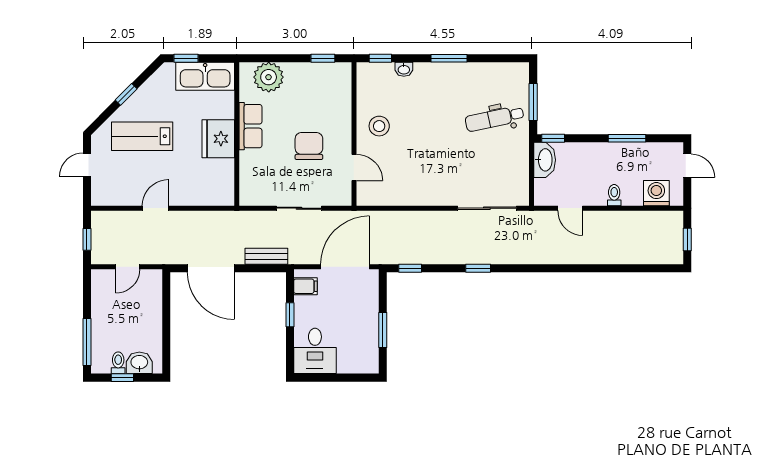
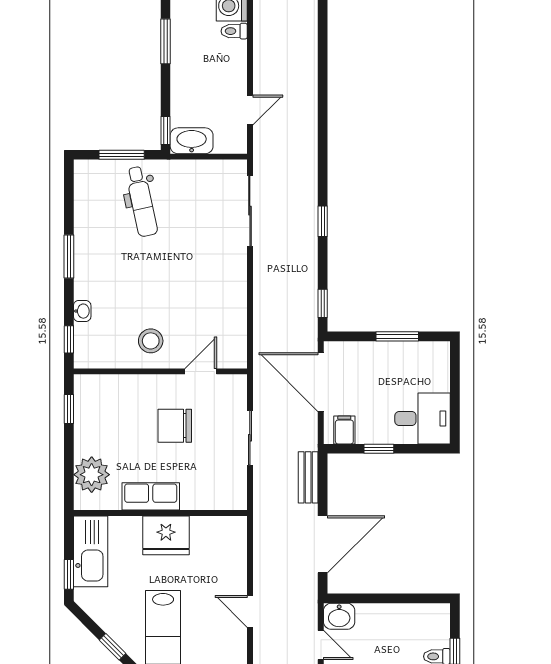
toilet: (614, 195) -> (234, 31), moved
washbasin: (139, 363) -> (339, 616), moved, turned -90

